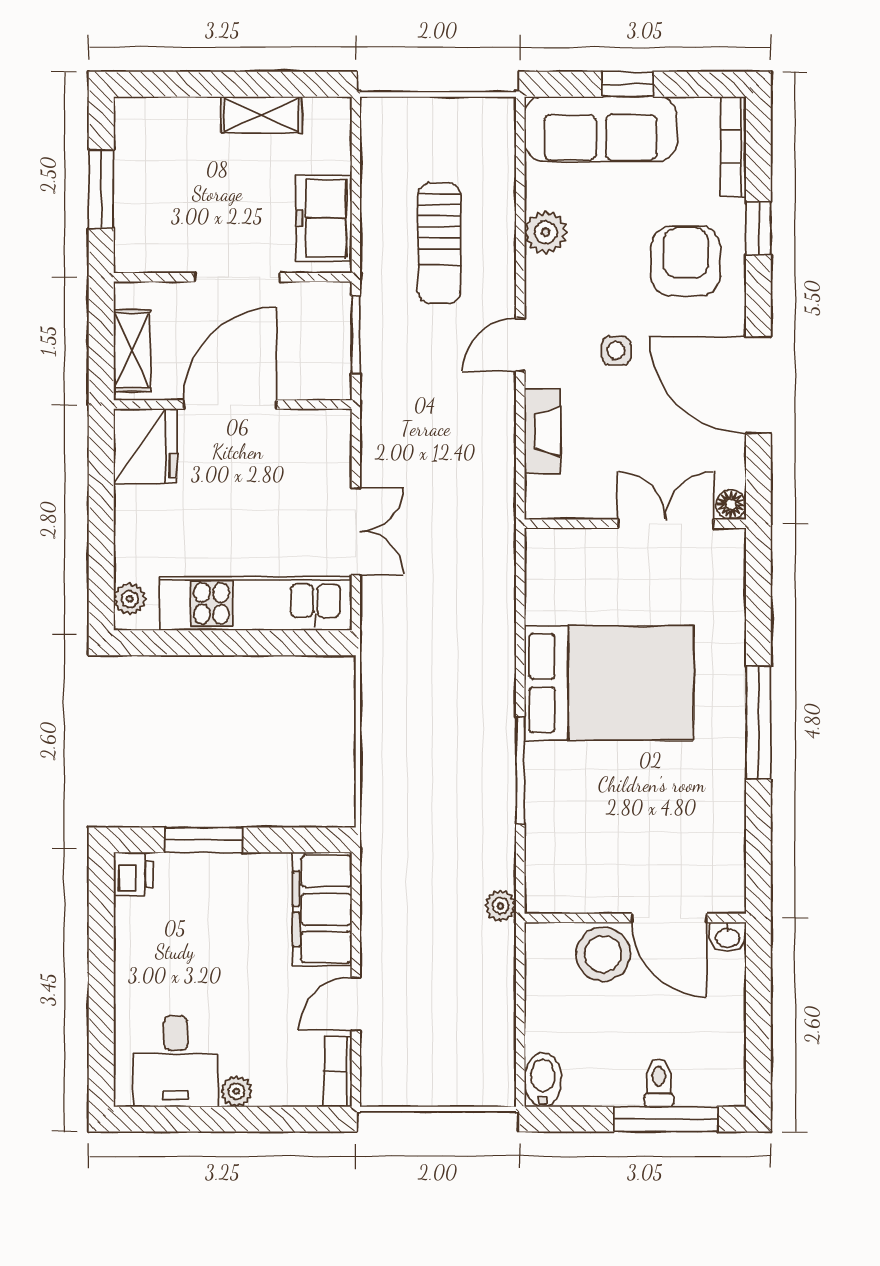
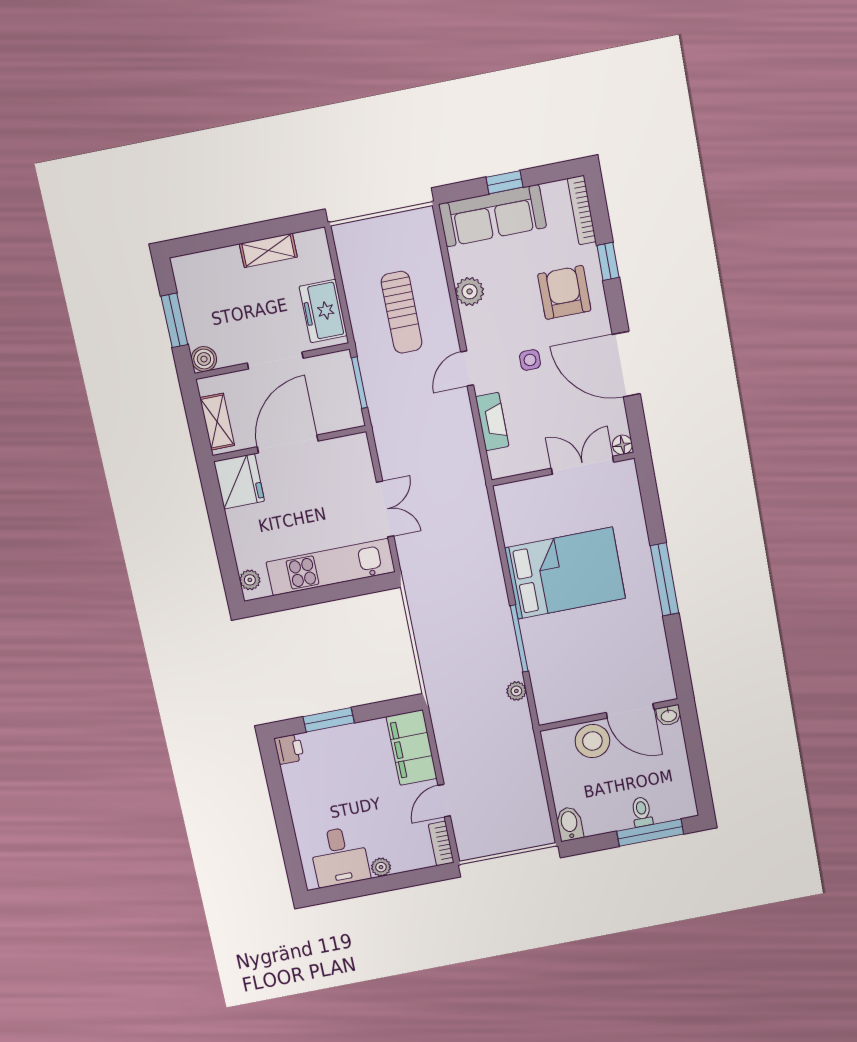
boiler: (132, 254) -> (204, 359), added
plant: (501, 906) -> (516, 691), moved

